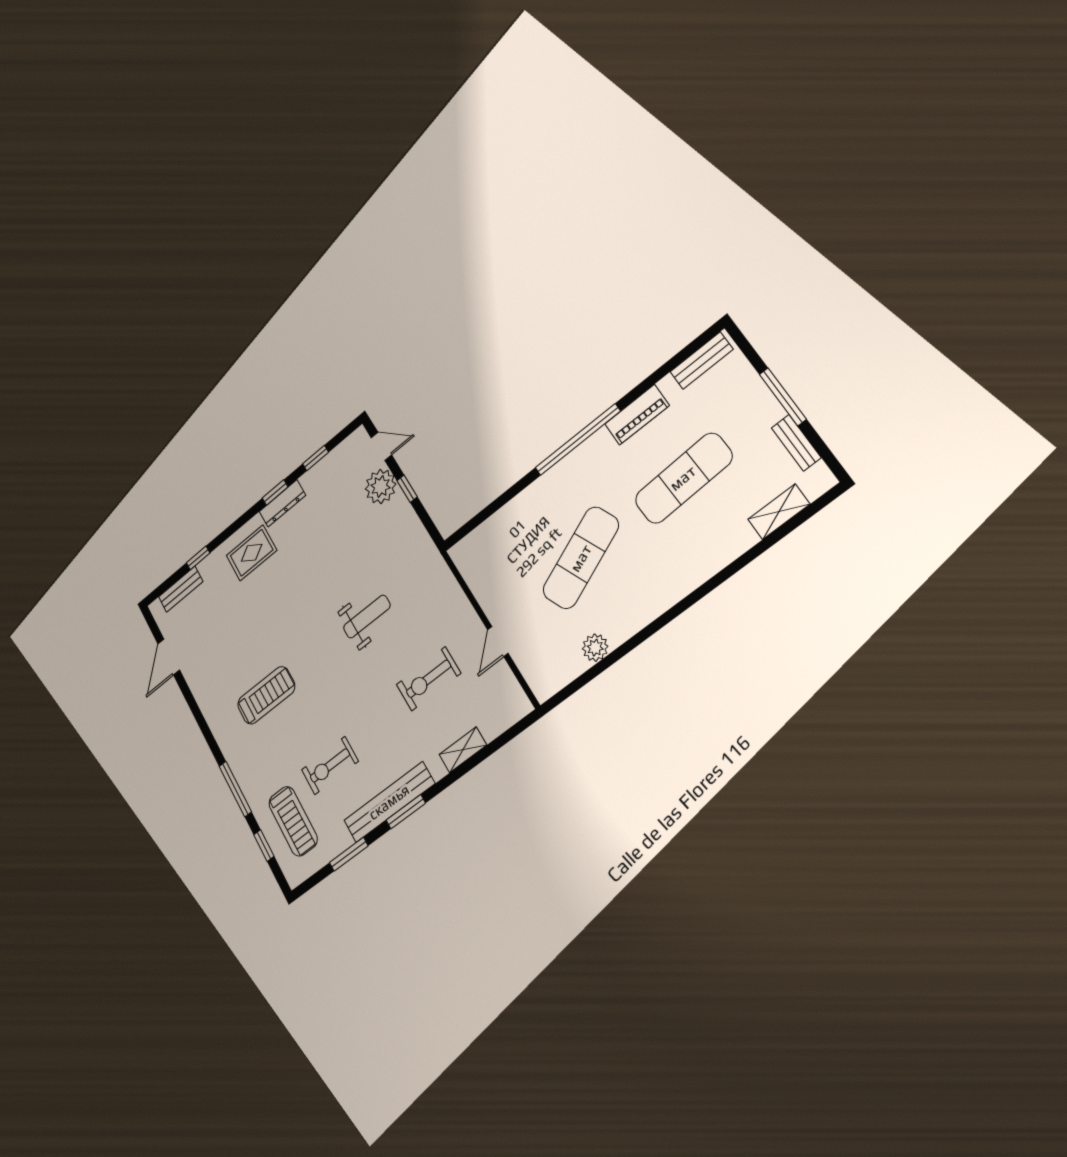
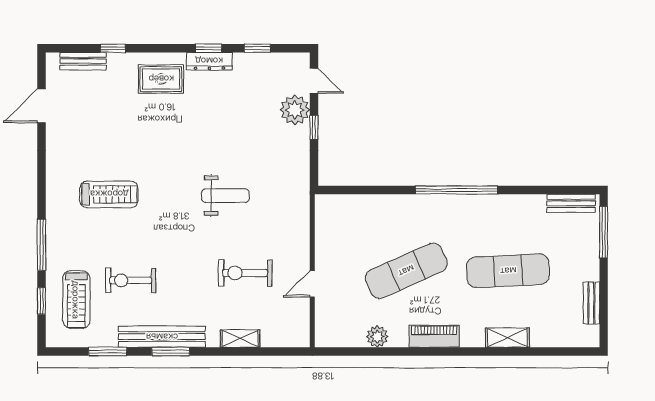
window: (783, 397) -> (604, 232), moved
piano: (637, 415) -> (434, 336), moved, turned 180
shelving: (779, 512) -> (507, 338), moved

